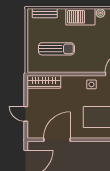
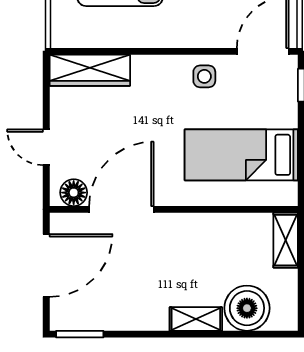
floor lamp: (37, 133) -> (74, 193), added

